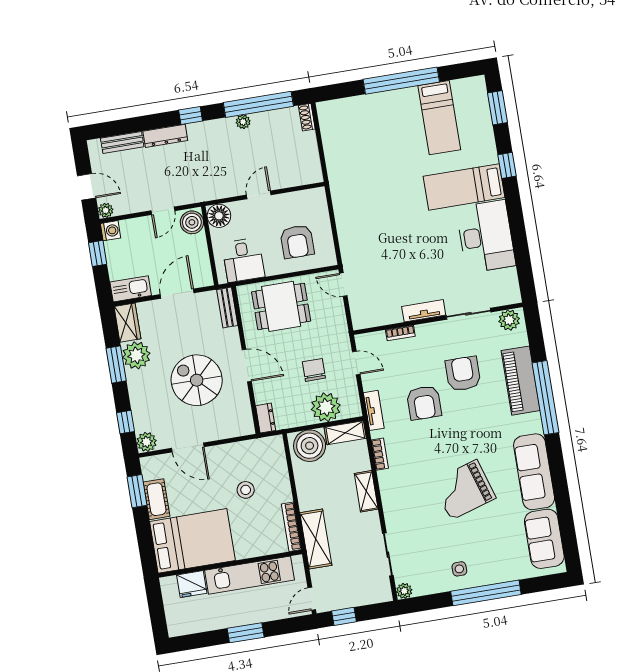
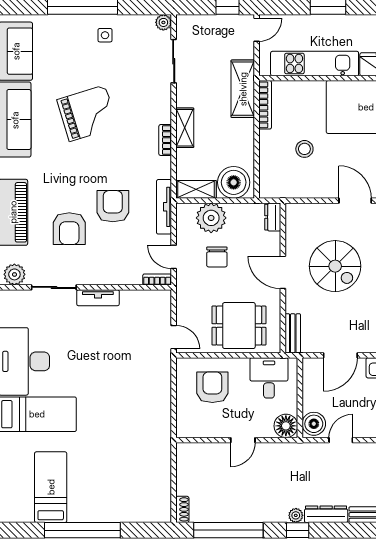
plant: (243, 122) -> (296, 515), moved
bookcase: (400, 333) -> (157, 279), moved
tv unit: (374, 410) -> (164, 207), width x1.41
bookcase: (380, 454) -> (165, 140), moved

